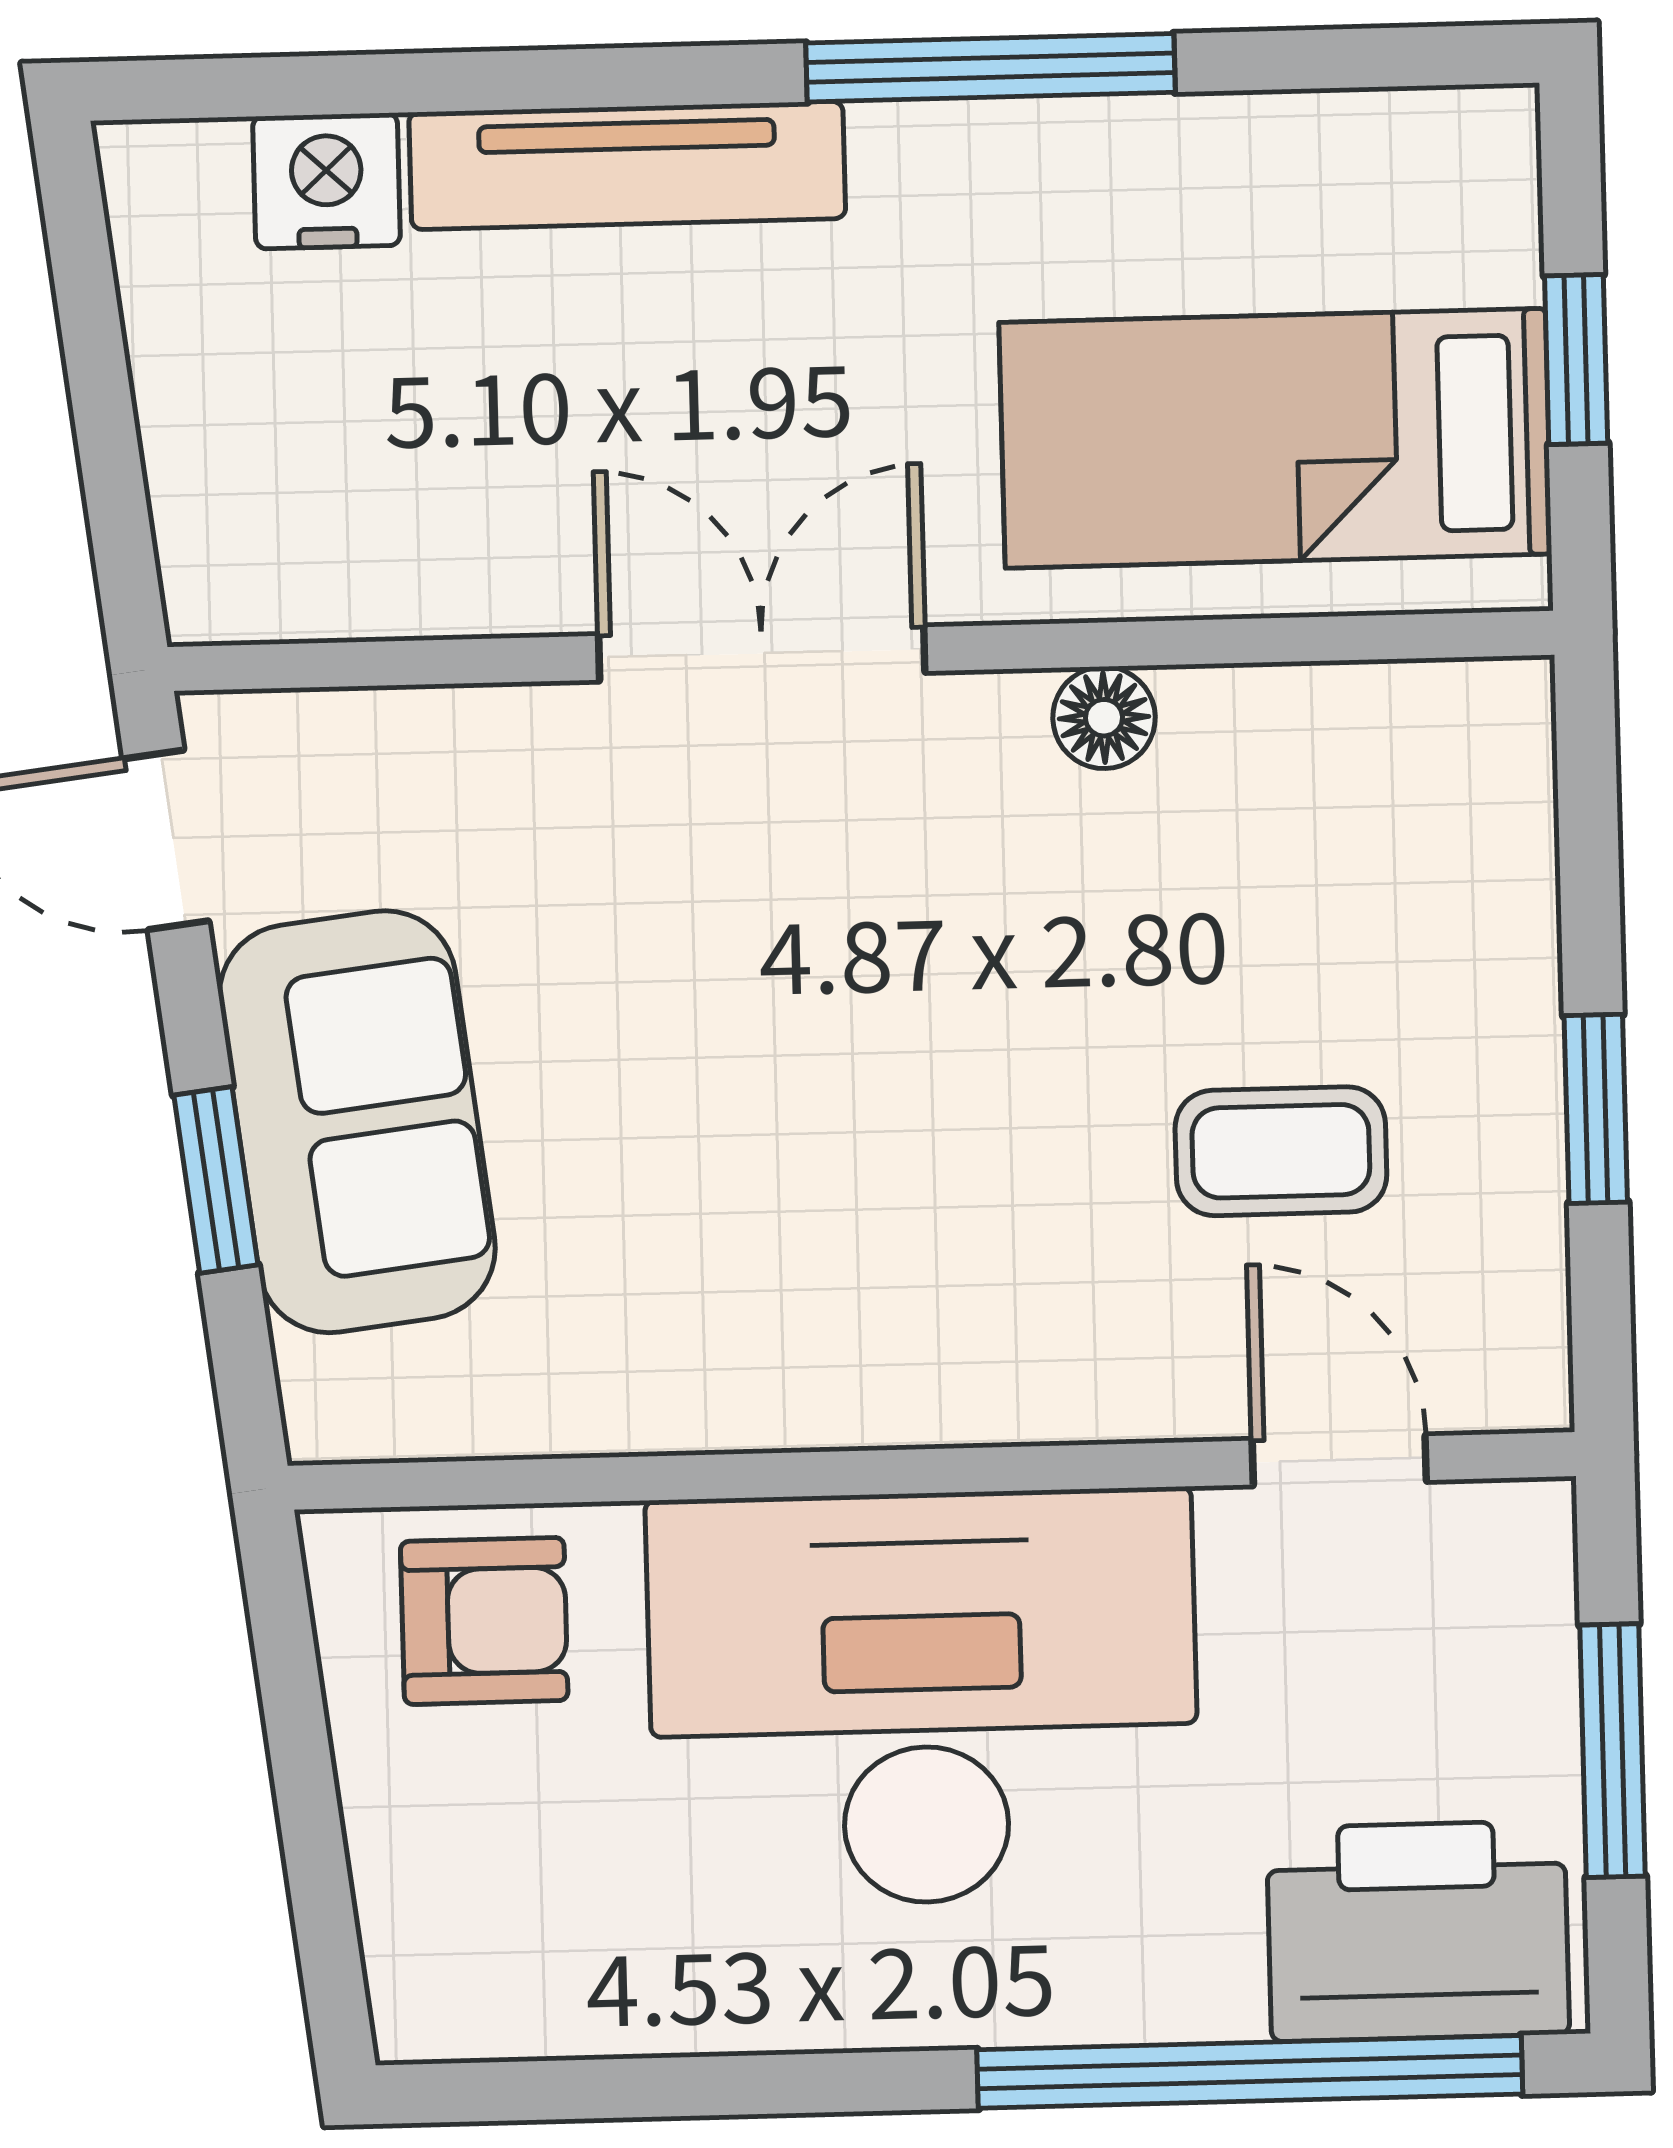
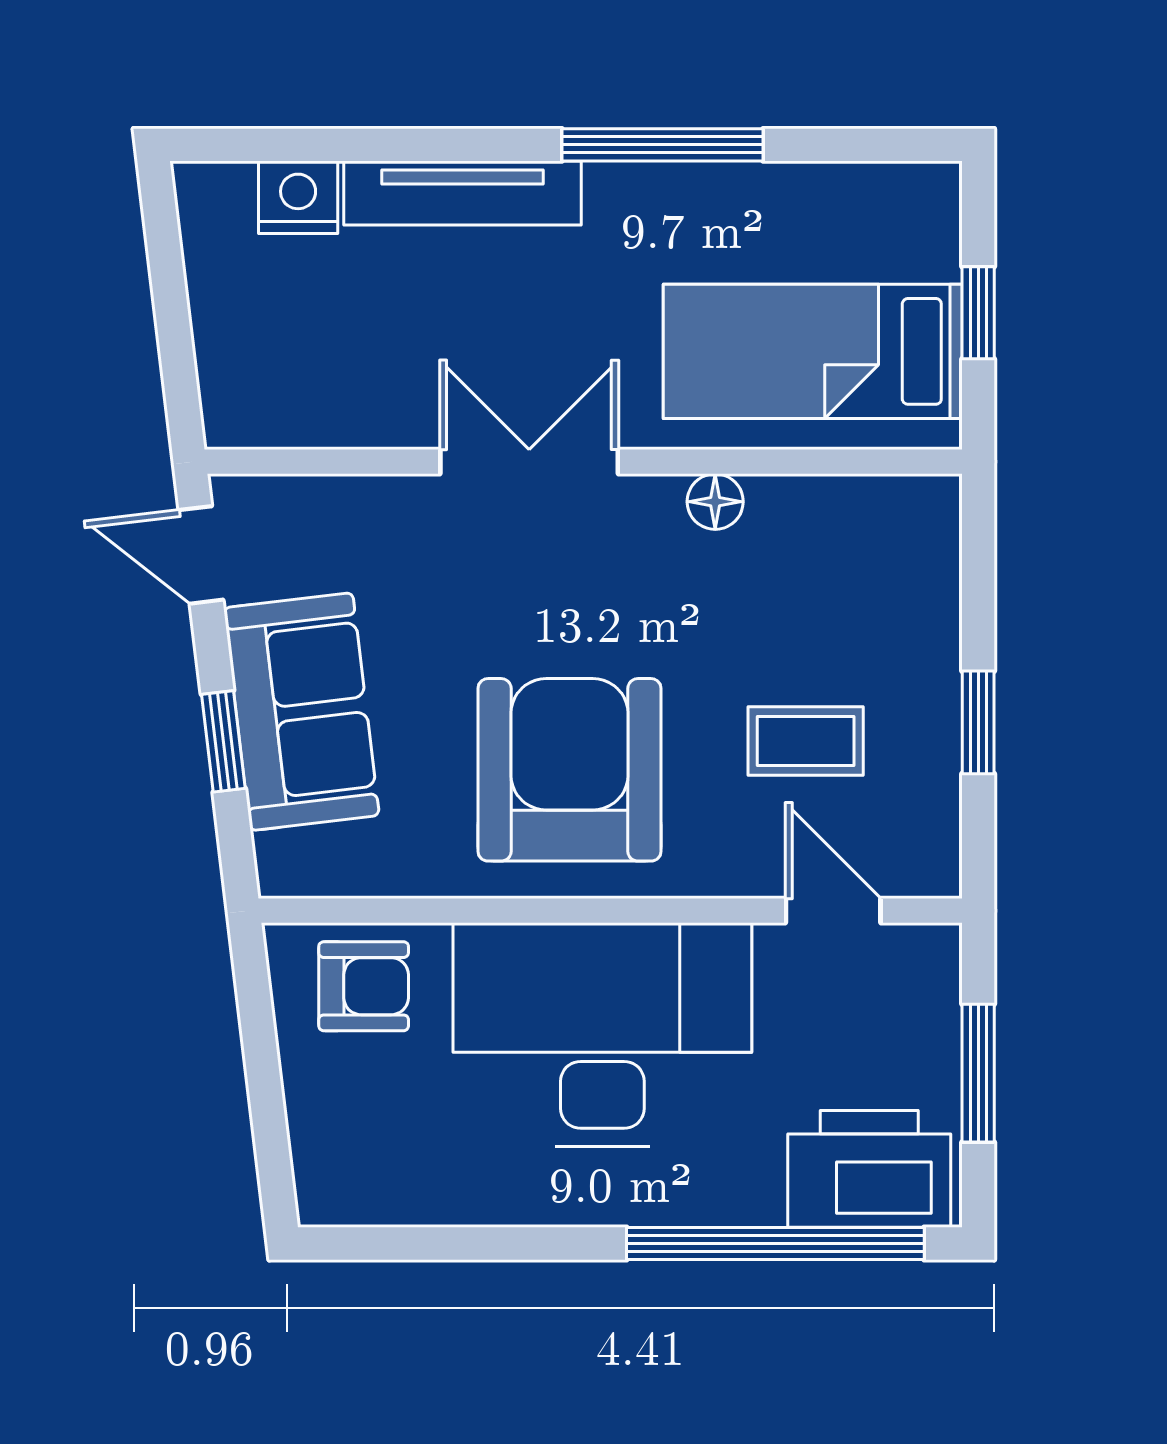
armchair: (850, 1215) -> (569, 770), added

